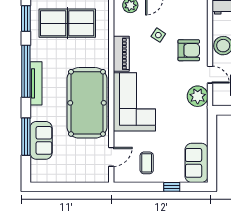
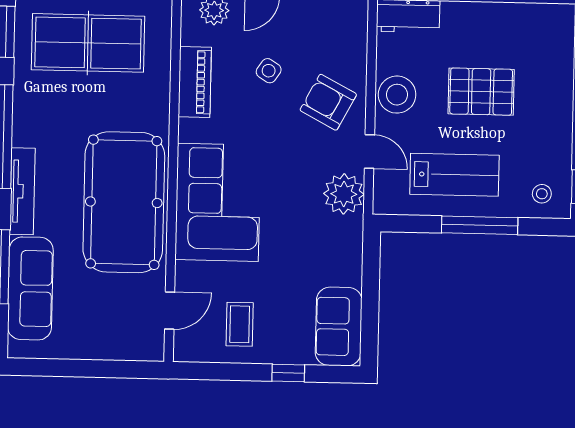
armchair: (189, 50) -> (328, 102), turned -152
piano: (121, 54) -> (195, 82), moved
tv unit: (36, 83) -> (22, 191), moved
sofa: (41, 140) -> (30, 288), width x1.36

